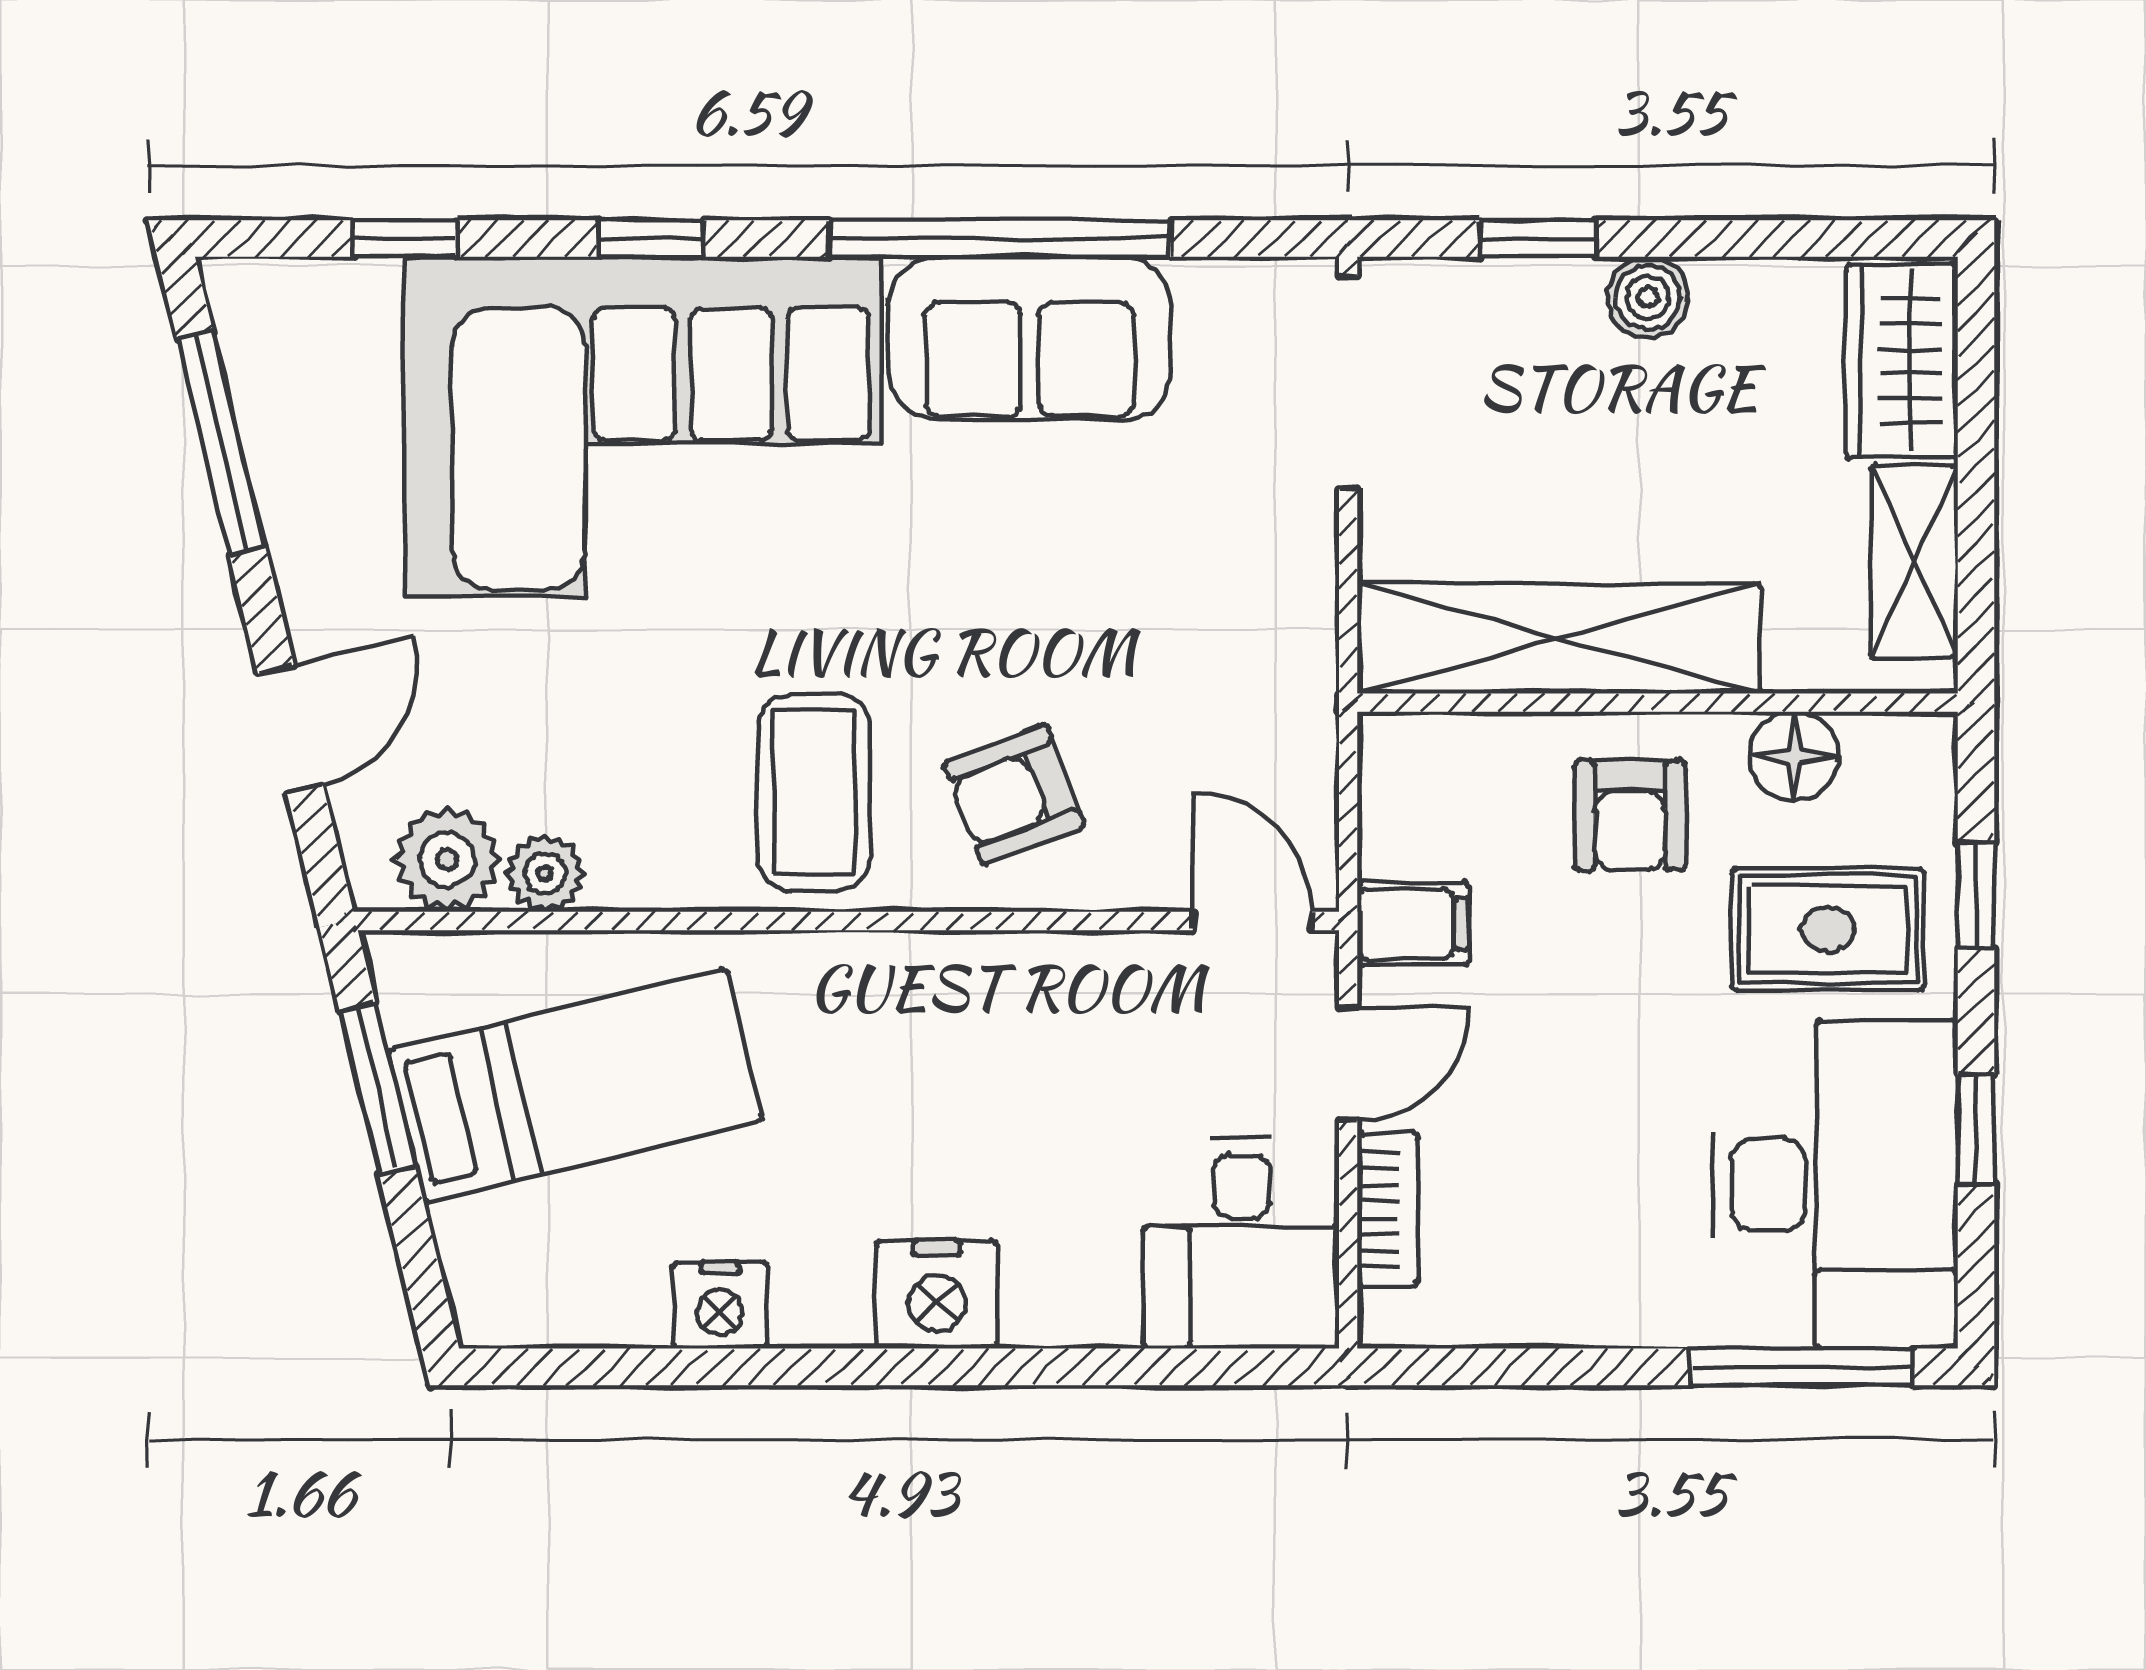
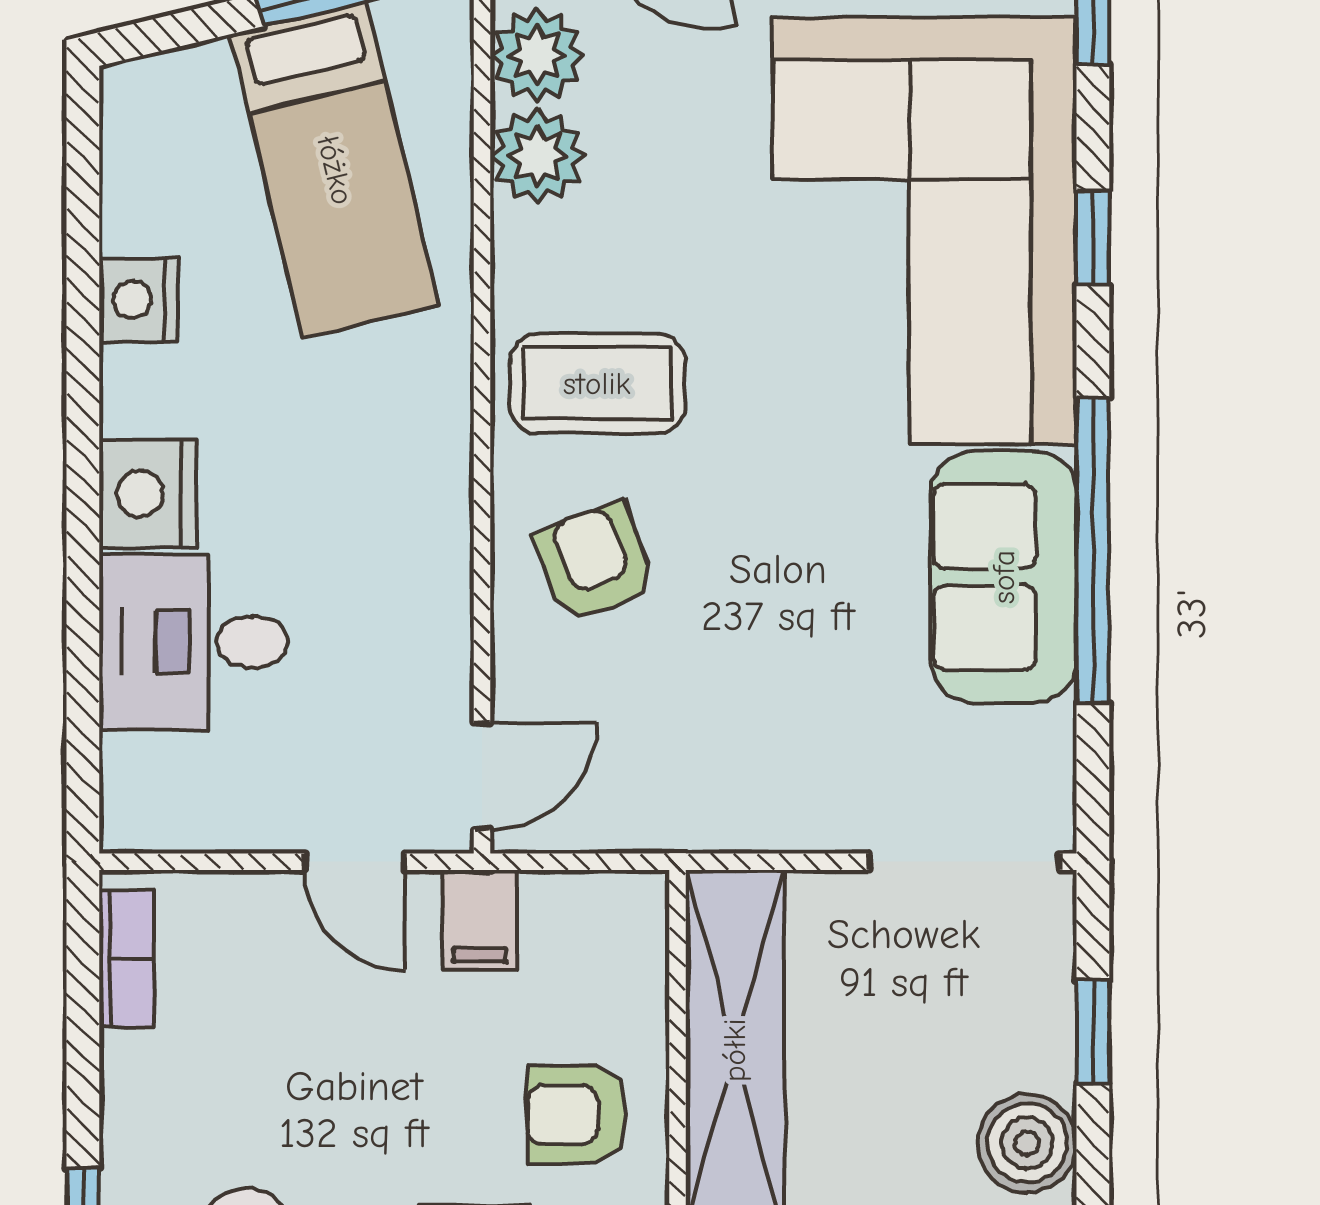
boiler: (1648, 297) -> (1027, 1143), width x1.36, depth x1.36
plant: (545, 873) -> (538, 156), width x1.38, depth x1.38
bookcase: (1388, 1209) -> (127, 959), moved, turned -90
desk: (1241, 1243) -> (194, 642), moved

